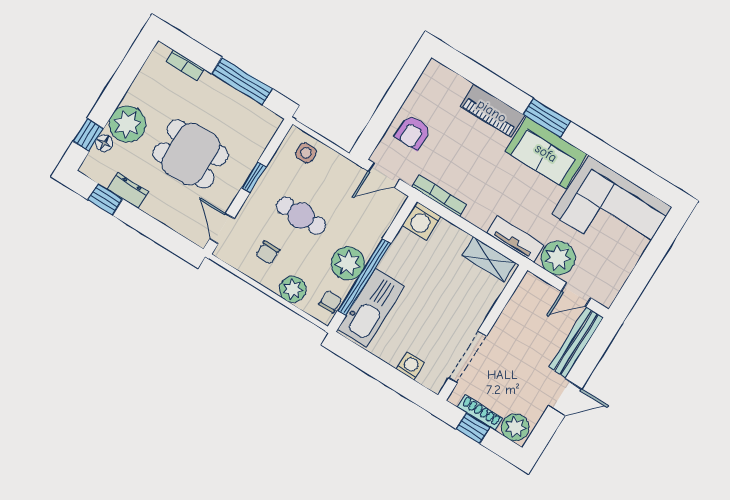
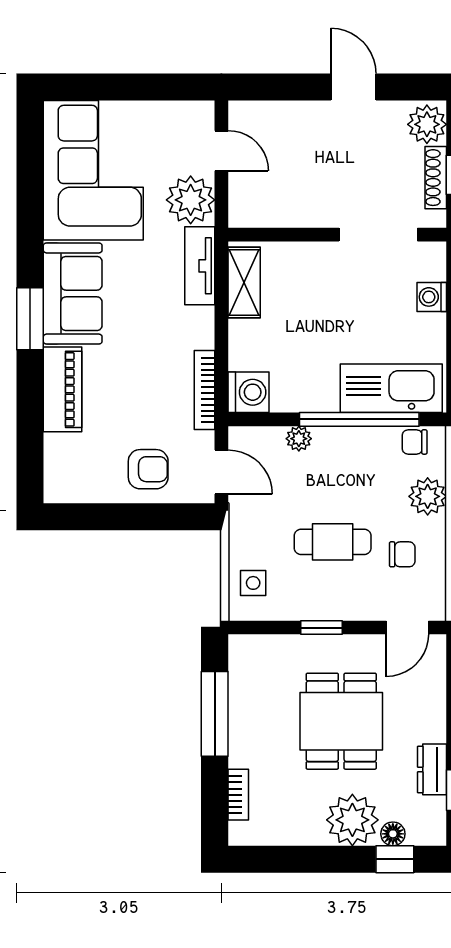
cafe table: (301, 216) -> (333, 542), turned 90
plant: (348, 263) -> (299, 439), moved, width x0.53, depth x0.53
bench: (576, 342) -> (279, 115), removed

